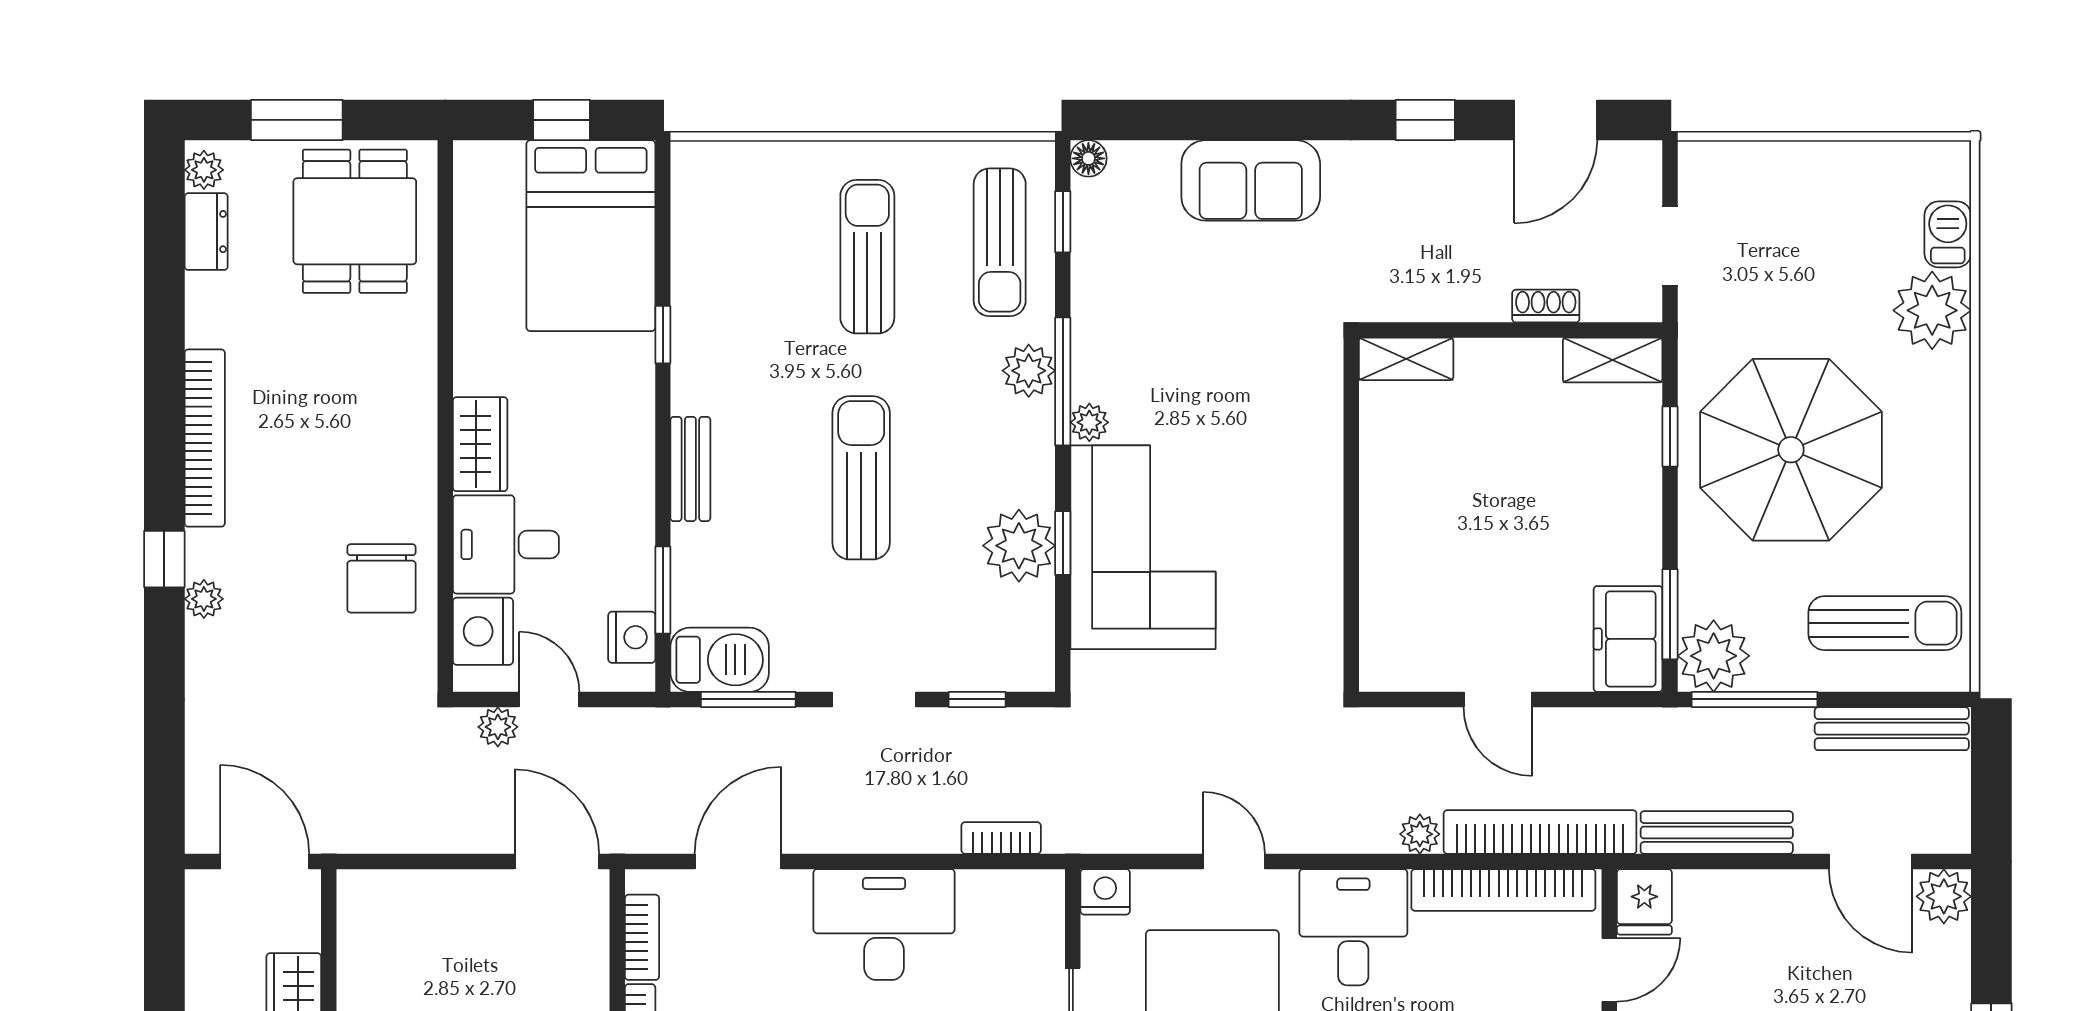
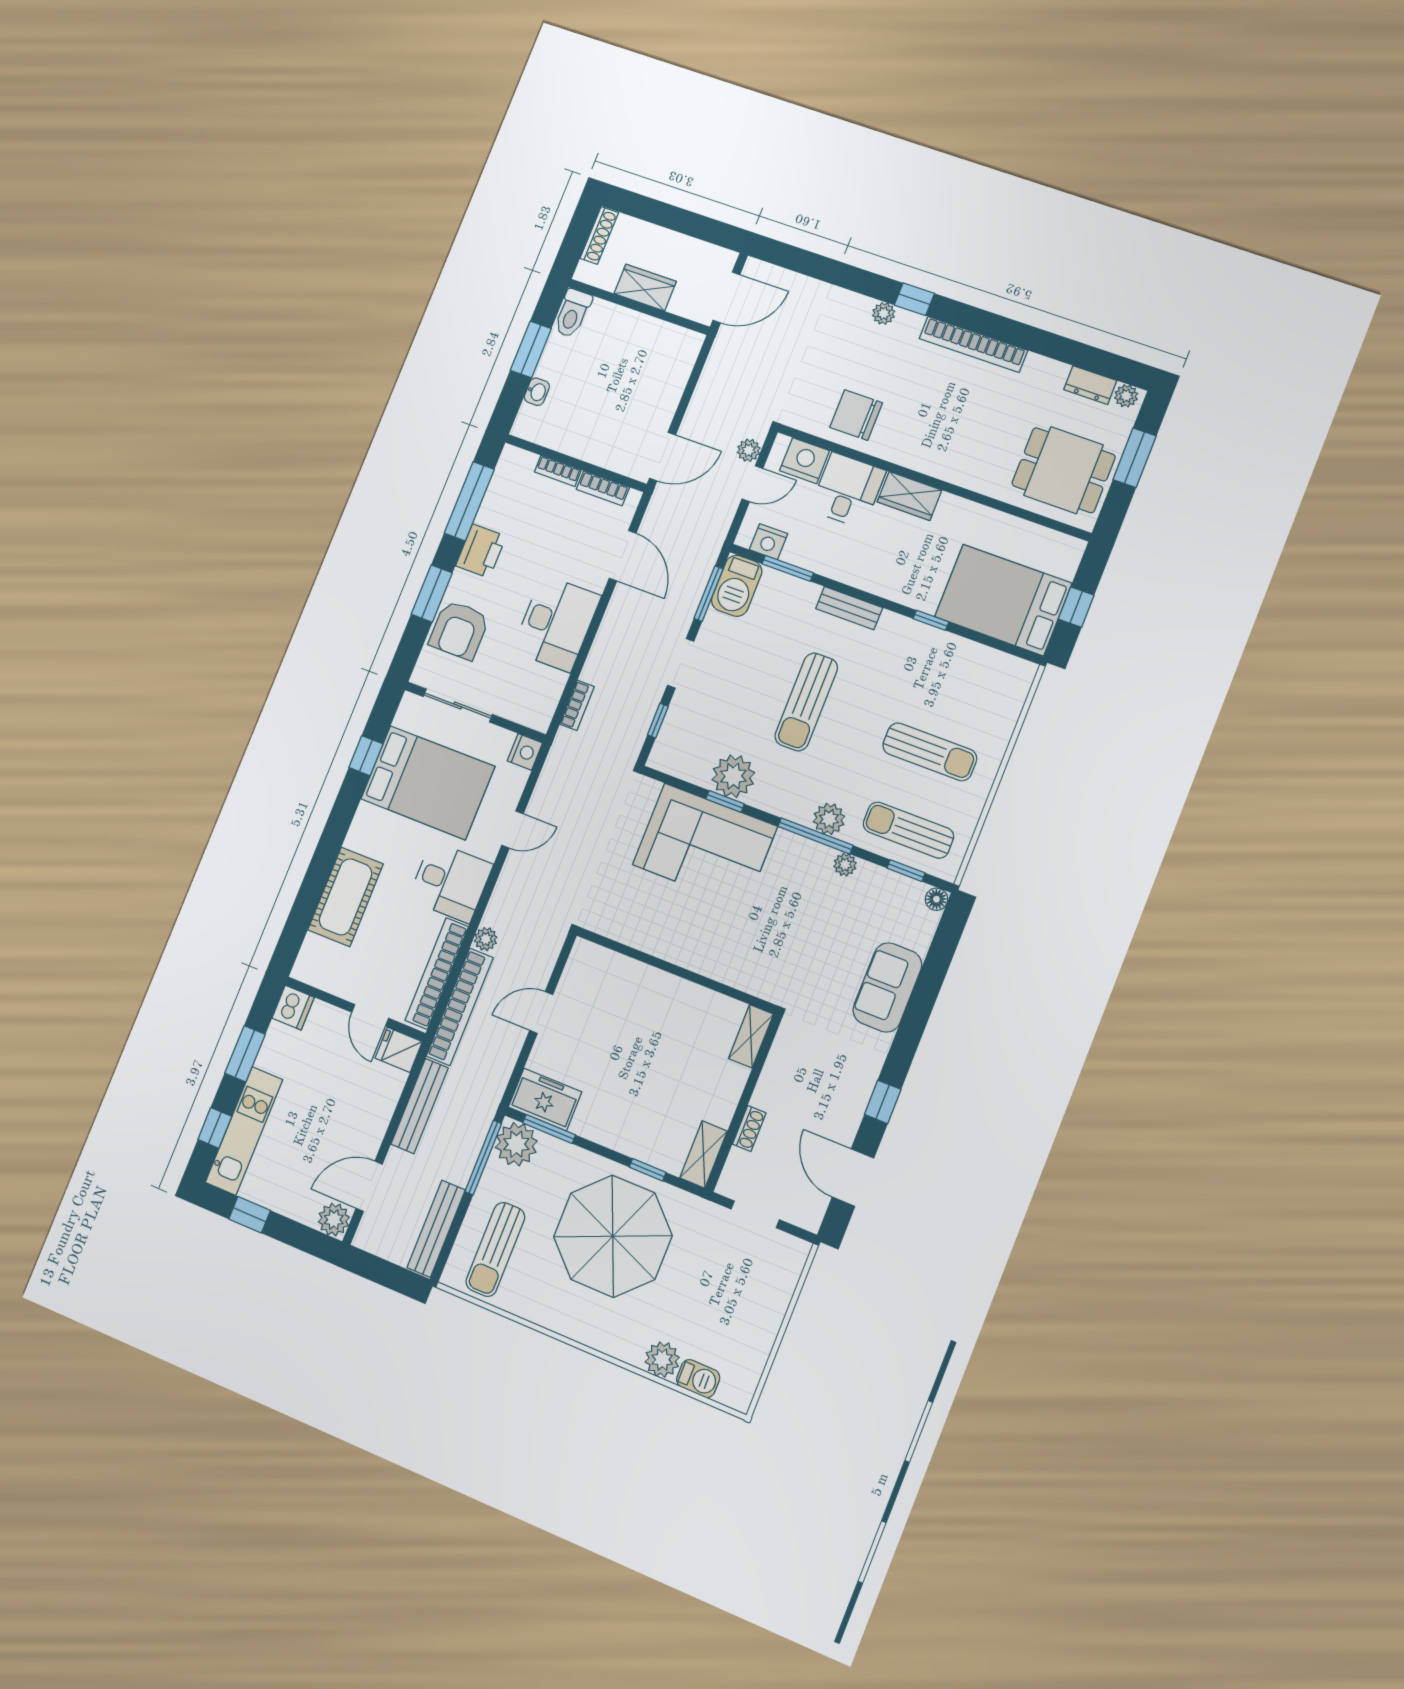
plant: (1932, 310) -> (662, 1360), width x0.73, depth x0.73
plant: (1089, 422) -> (845, 865), moved
sun lounger: (861, 478) -> (806, 702), turned 90

